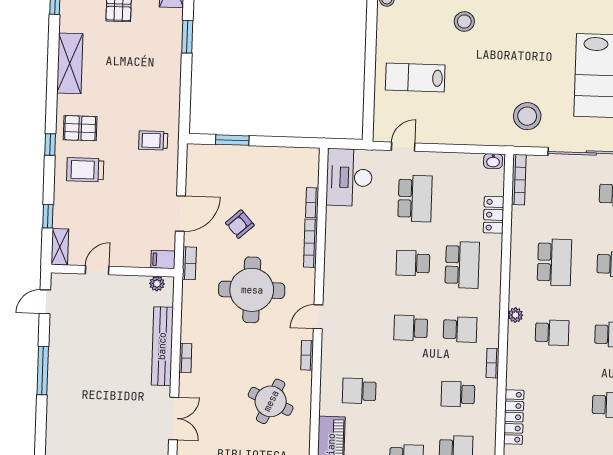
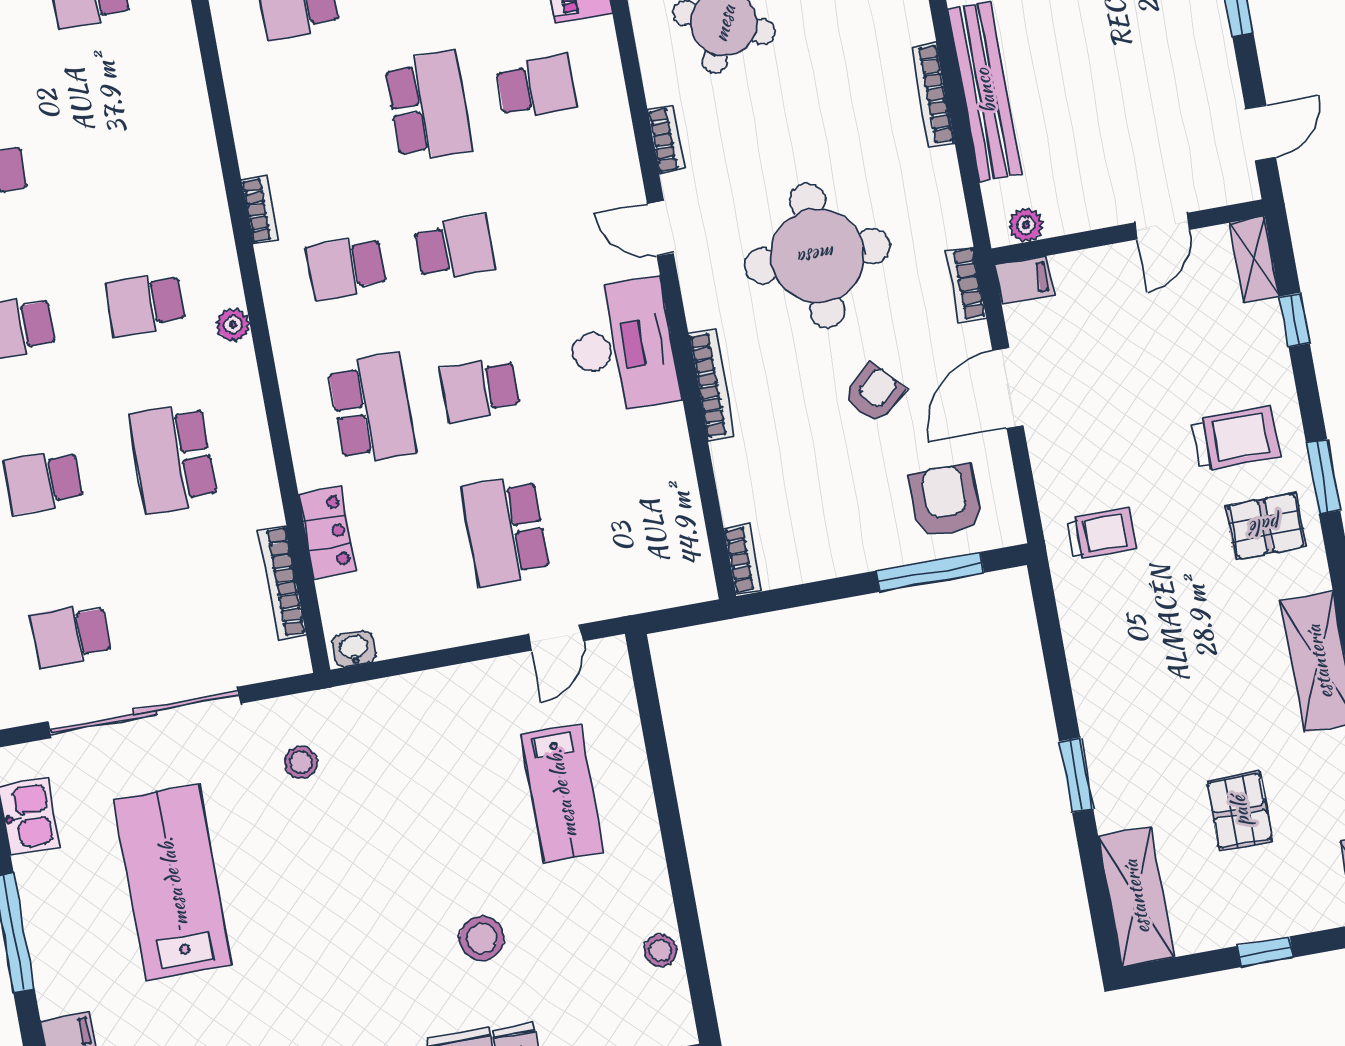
lab bench: (415, 77) -> (562, 794), turned 90
stool: (527, 116) -> (301, 762), width x0.53, depth x0.53
window: (232, 140) -> (930, 572), width x1.44
window: (50, 145) -> (1323, 477), width x1.50
armchair: (219, 170) -> (946, 501), added
desk: (349, 177) -> (622, 346), moved
bookcase: (519, 180) -> (282, 582), moved
bookcase: (312, 203) -> (743, 559), moved
school desk: (413, 263) -> (480, 389), turned 180
school desk: (462, 265) -> (372, 409), turned 180
door: (318, 317) -> (660, 228), swing flipped
bookcase: (185, 358) -> (933, 95), width x1.56
school desk: (458, 394) -> (429, 106), moved, width x1.85
locker: (514, 417) -> (189, 103), removed

